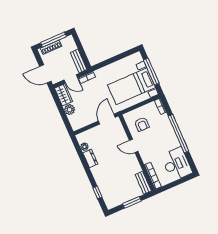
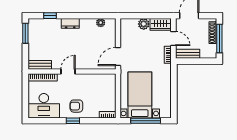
door: (71, 79) -> (173, 38), swing flipped
door: (107, 119) -> (118, 56), swing flipped
armchair: (142, 124) -> (76, 106), moved
window: (179, 134) -> (73, 121), width x0.32
door: (134, 146) -> (68, 71), moved
dresser: (90, 158) -> (70, 23), moved
window: (132, 202) -> (25, 33), moved

